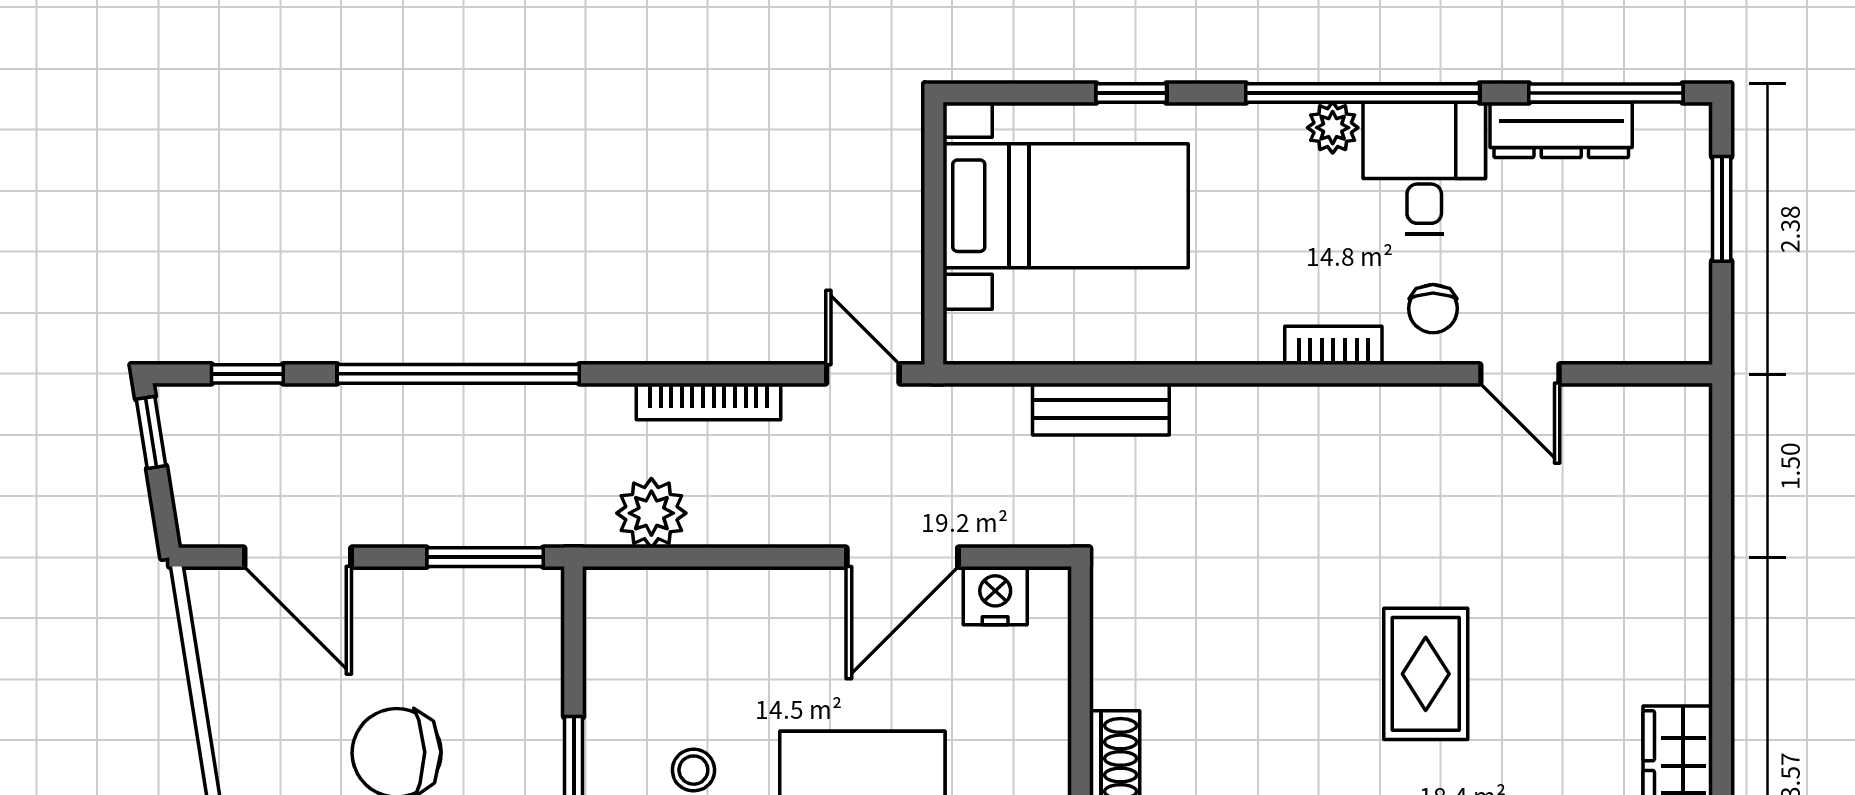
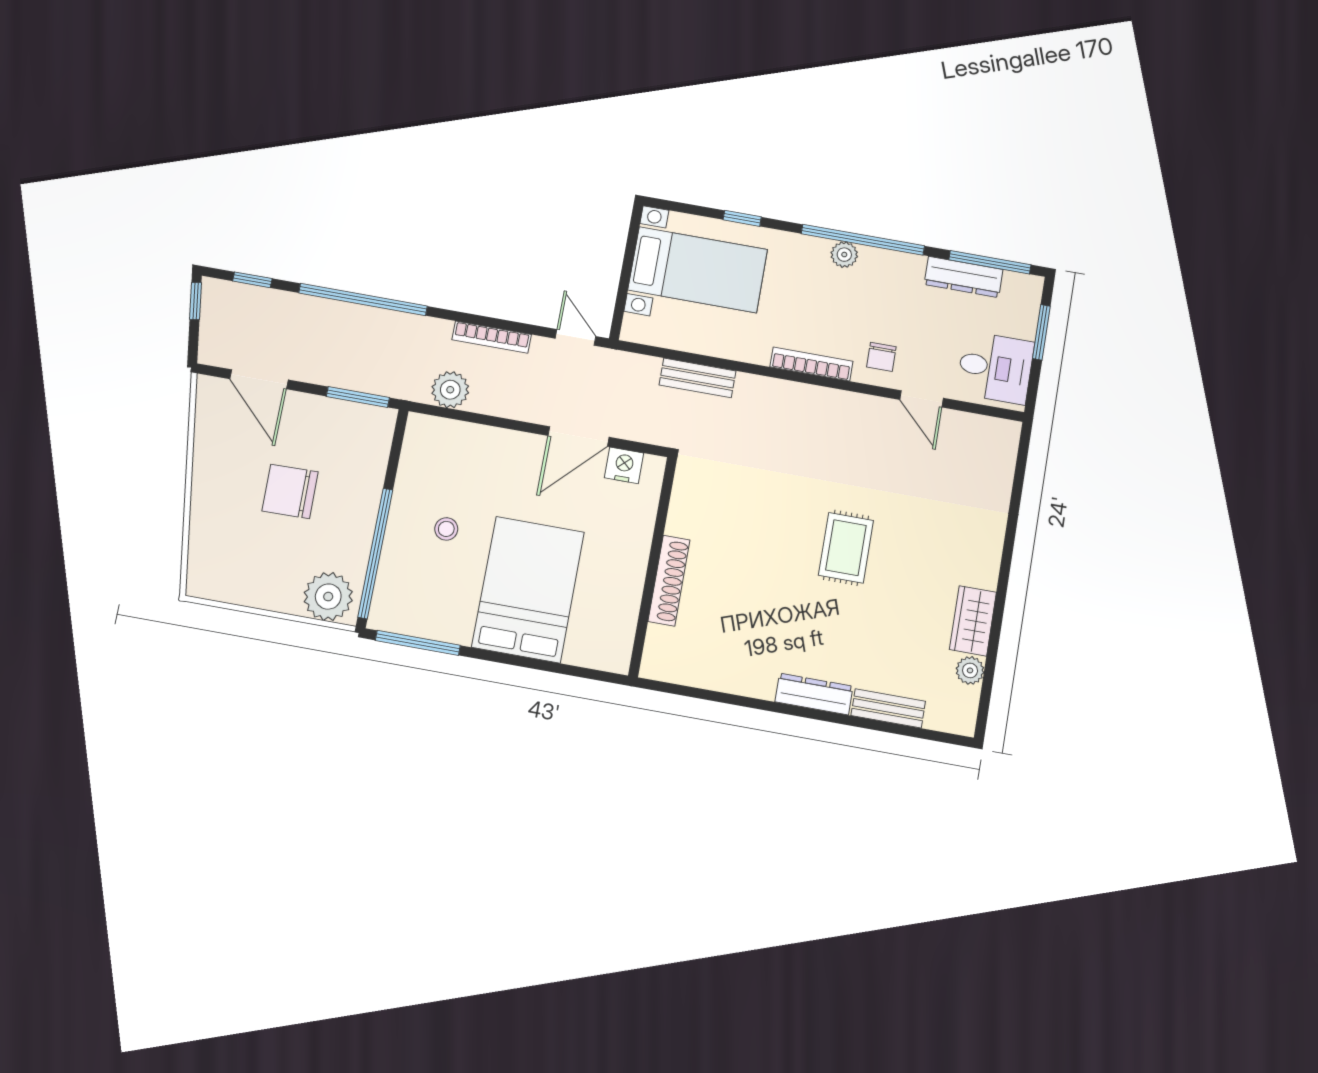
desk: (1424, 168) -> (995, 368), moved, turned 90
bookcase: (1333, 345) -> (811, 364), width x1.56

